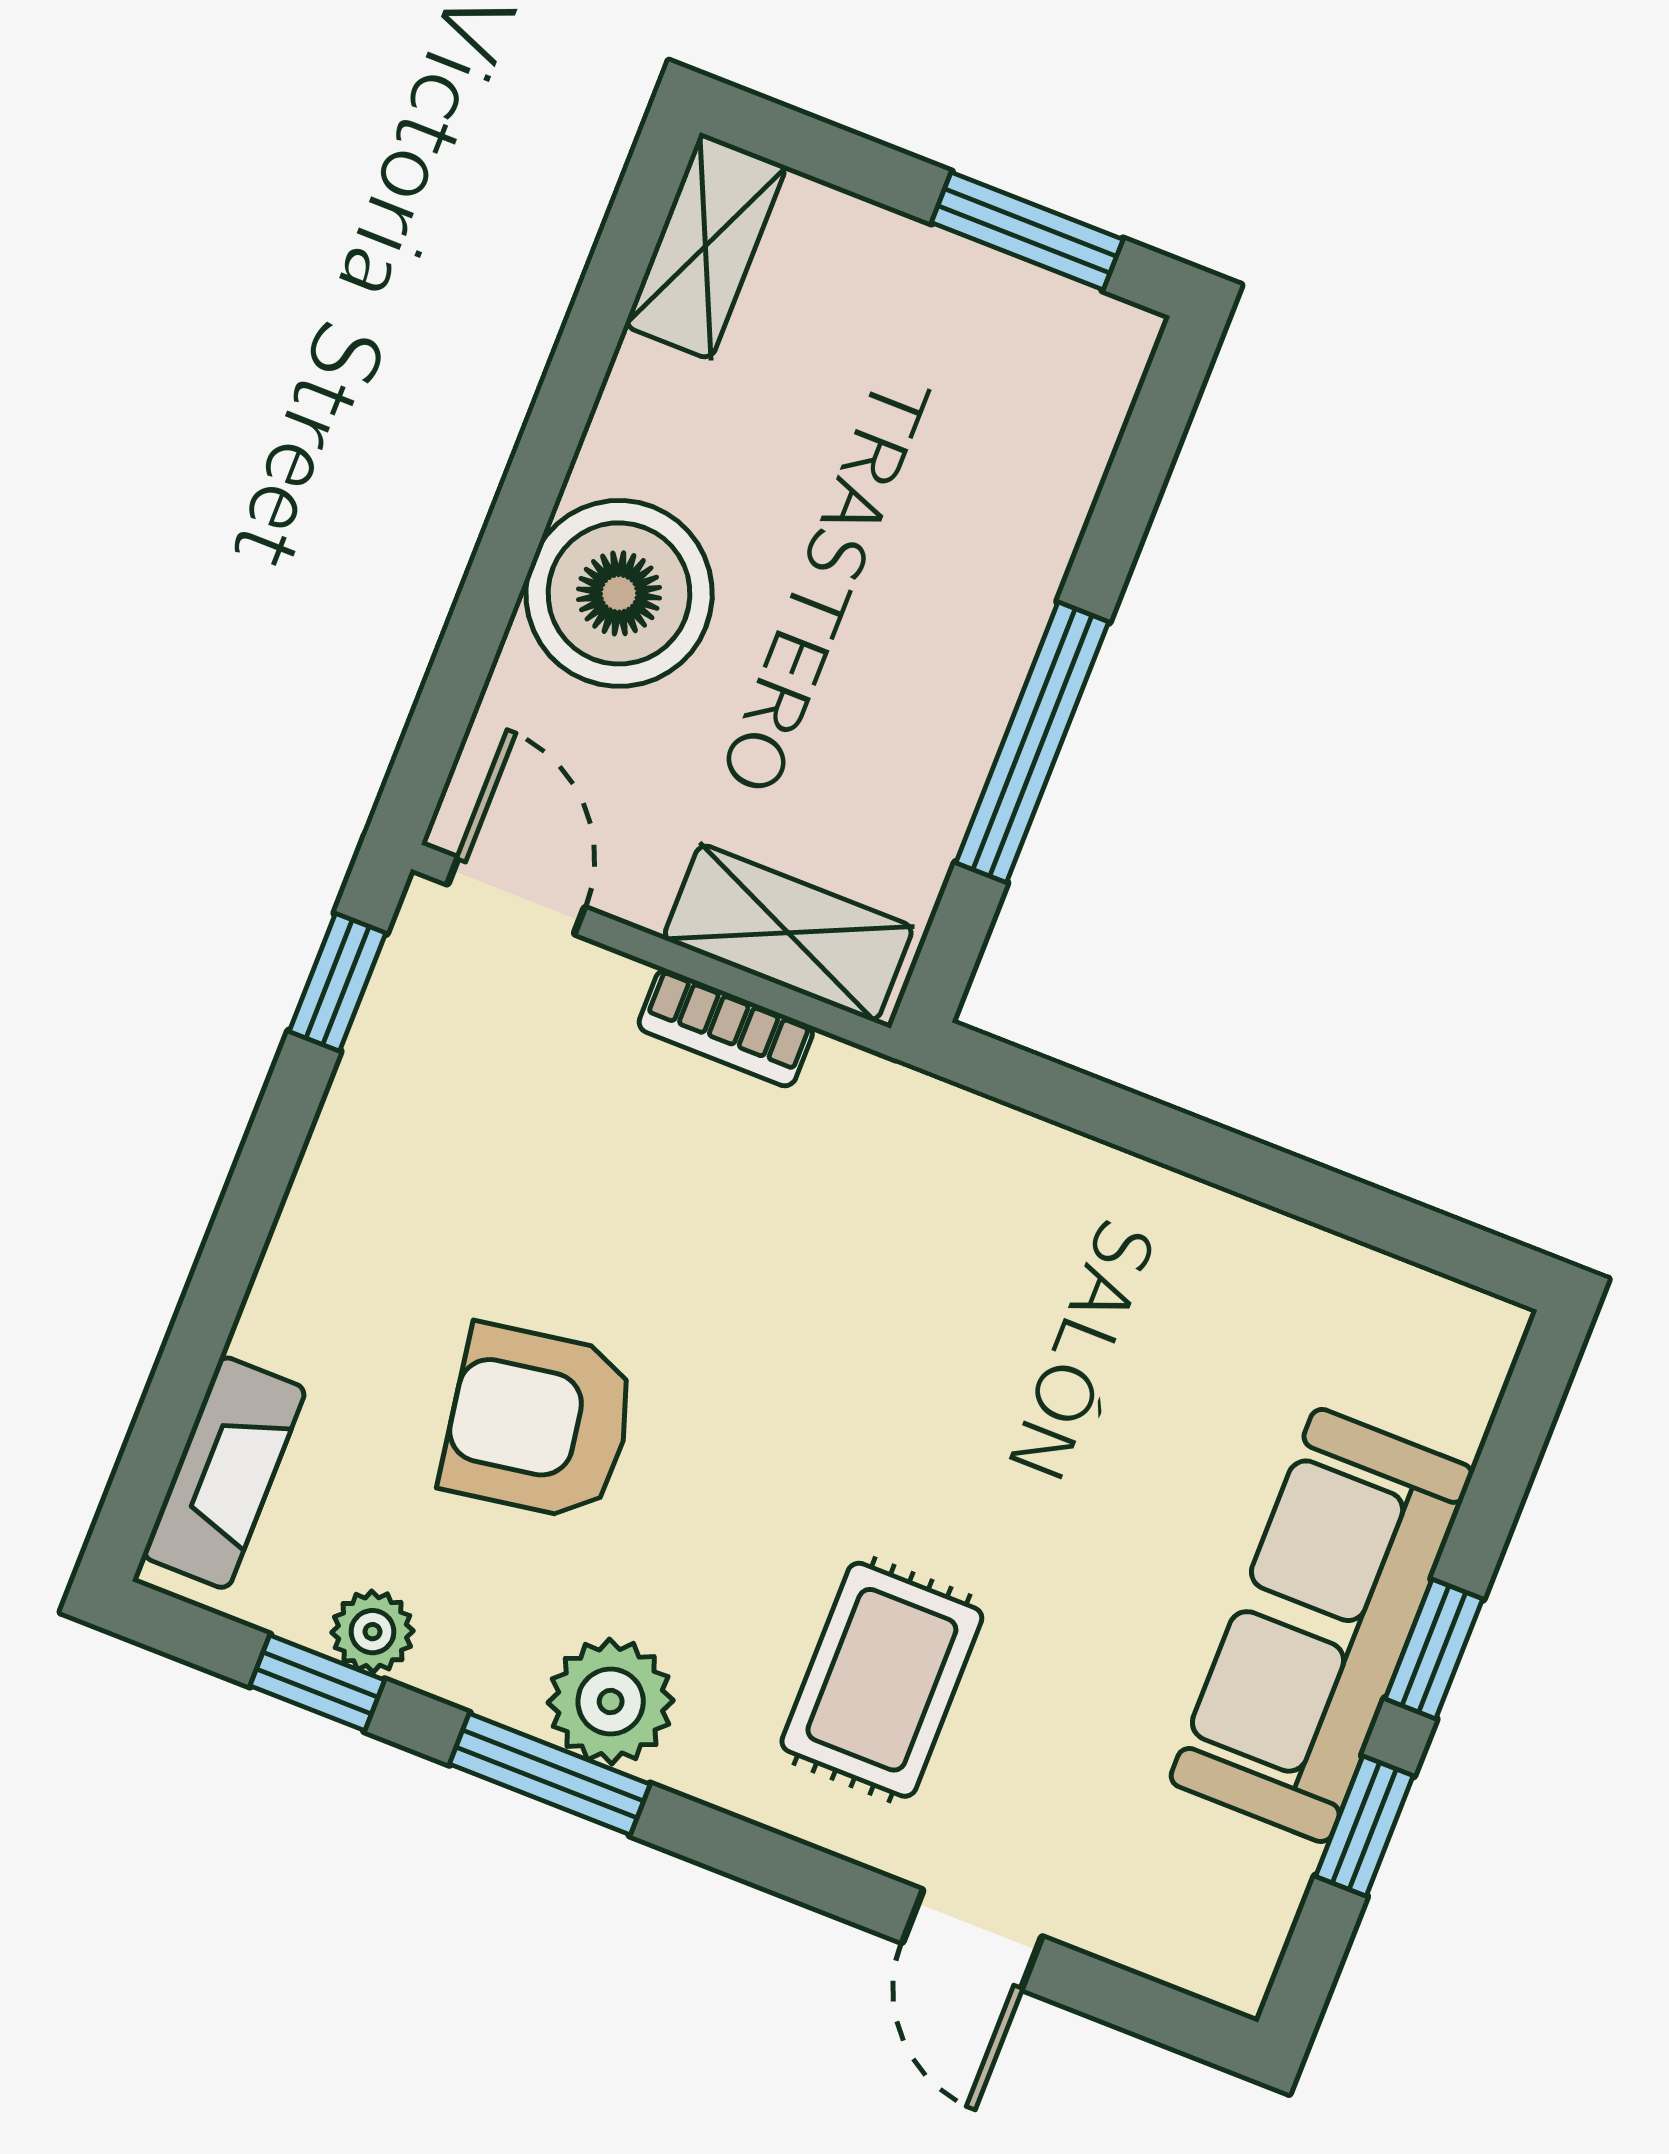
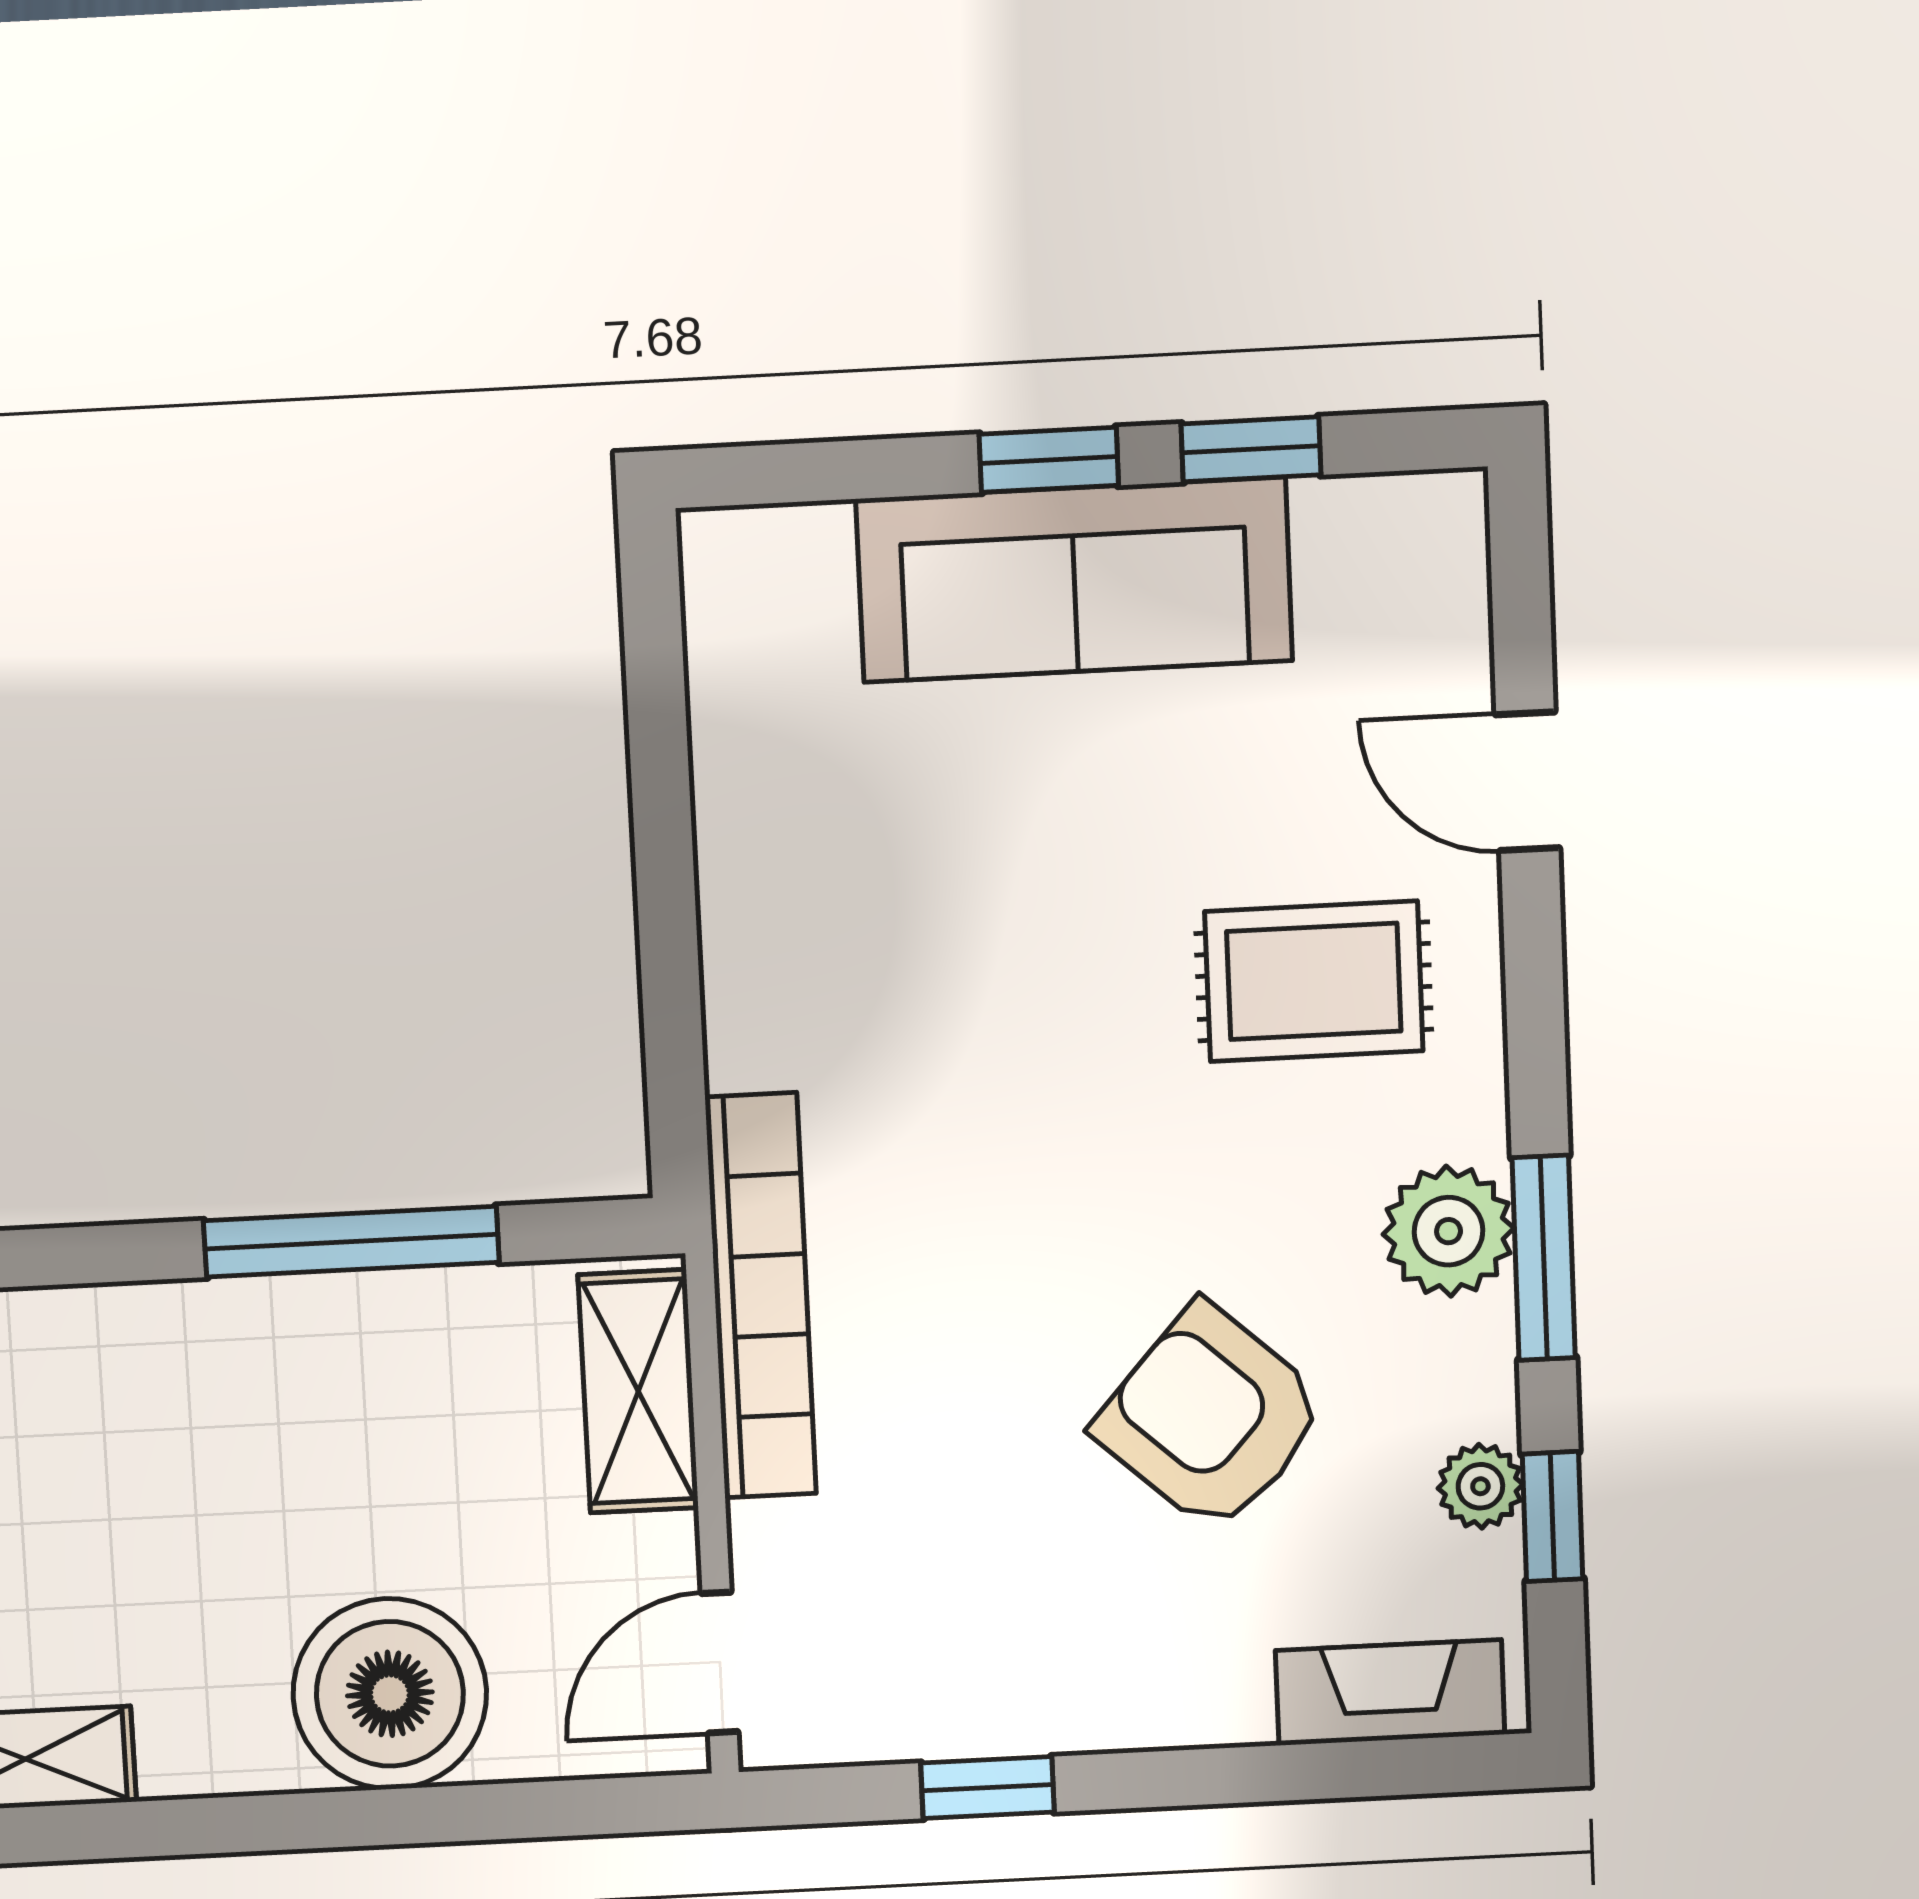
window: (337, 982) -> (987, 1788), moved
bookcase: (726, 1028) -> (761, 1296), width x2.31, depth x1.31
armchair: (539, 1422) -> (1211, 1418), turned 141
door: (972, 1940) -> (1527, 781), swing flipped

